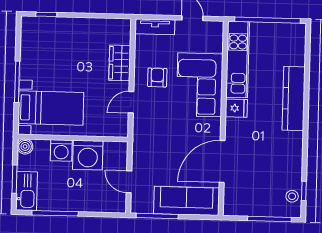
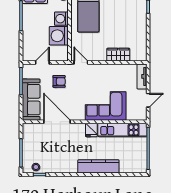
armchair: (157, 77) -> (59, 81), moved
door: (131, 102) -> (81, 62), moved

